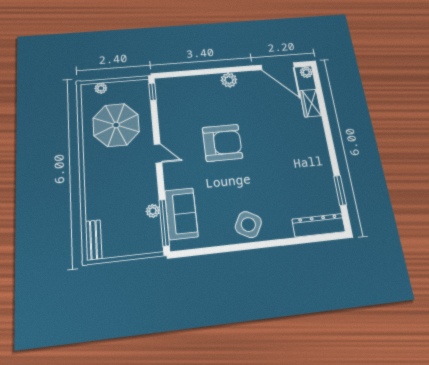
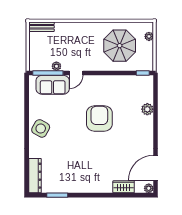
plant: (229, 80) -> (147, 109), moved
armchair: (222, 143) -> (99, 118), turned 180
door: (158, 153) -> (76, 73), moved

